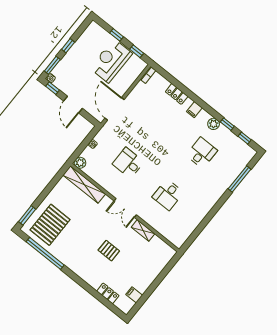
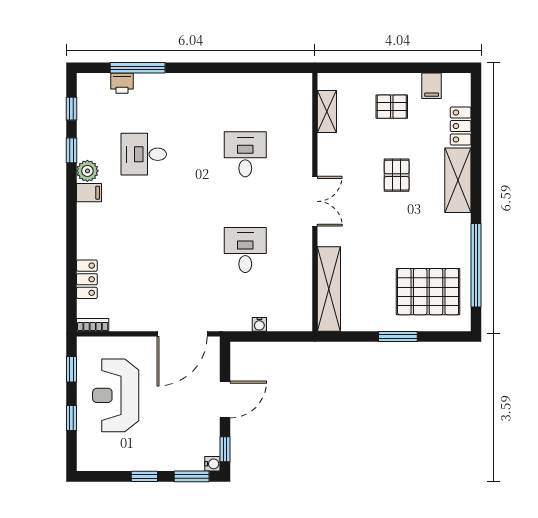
reception desk: (111, 61) -> (116, 395), turned 90
locker: (177, 94) -> (87, 279), moved
filing cabinet: (194, 110) -> (89, 193), moved
plant: (80, 163) -> (302, 321), removed
desk: (128, 163) -> (245, 250), turned 180
printer: (238, 167) -> (122, 83), added
desk: (168, 195) -> (245, 154), turned -90
window: (27, 215) -> (398, 336), moved
shelving: (143, 230) -> (327, 112), moved
pallet: (139, 271) -> (392, 107), added
shelving: (86, 274) -> (458, 180), added

